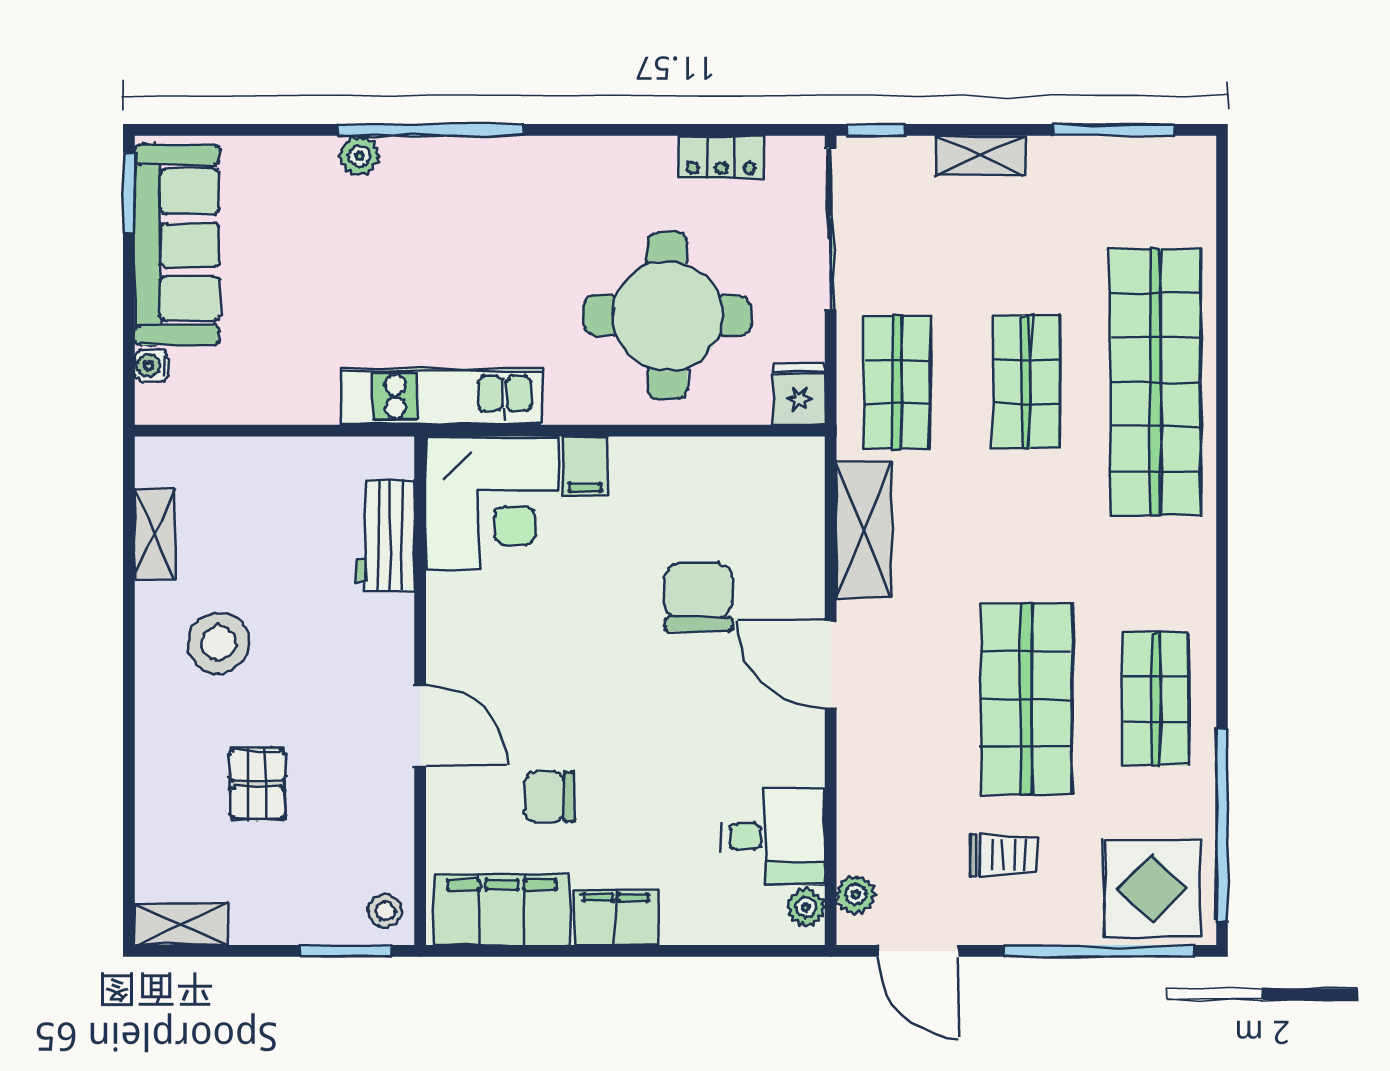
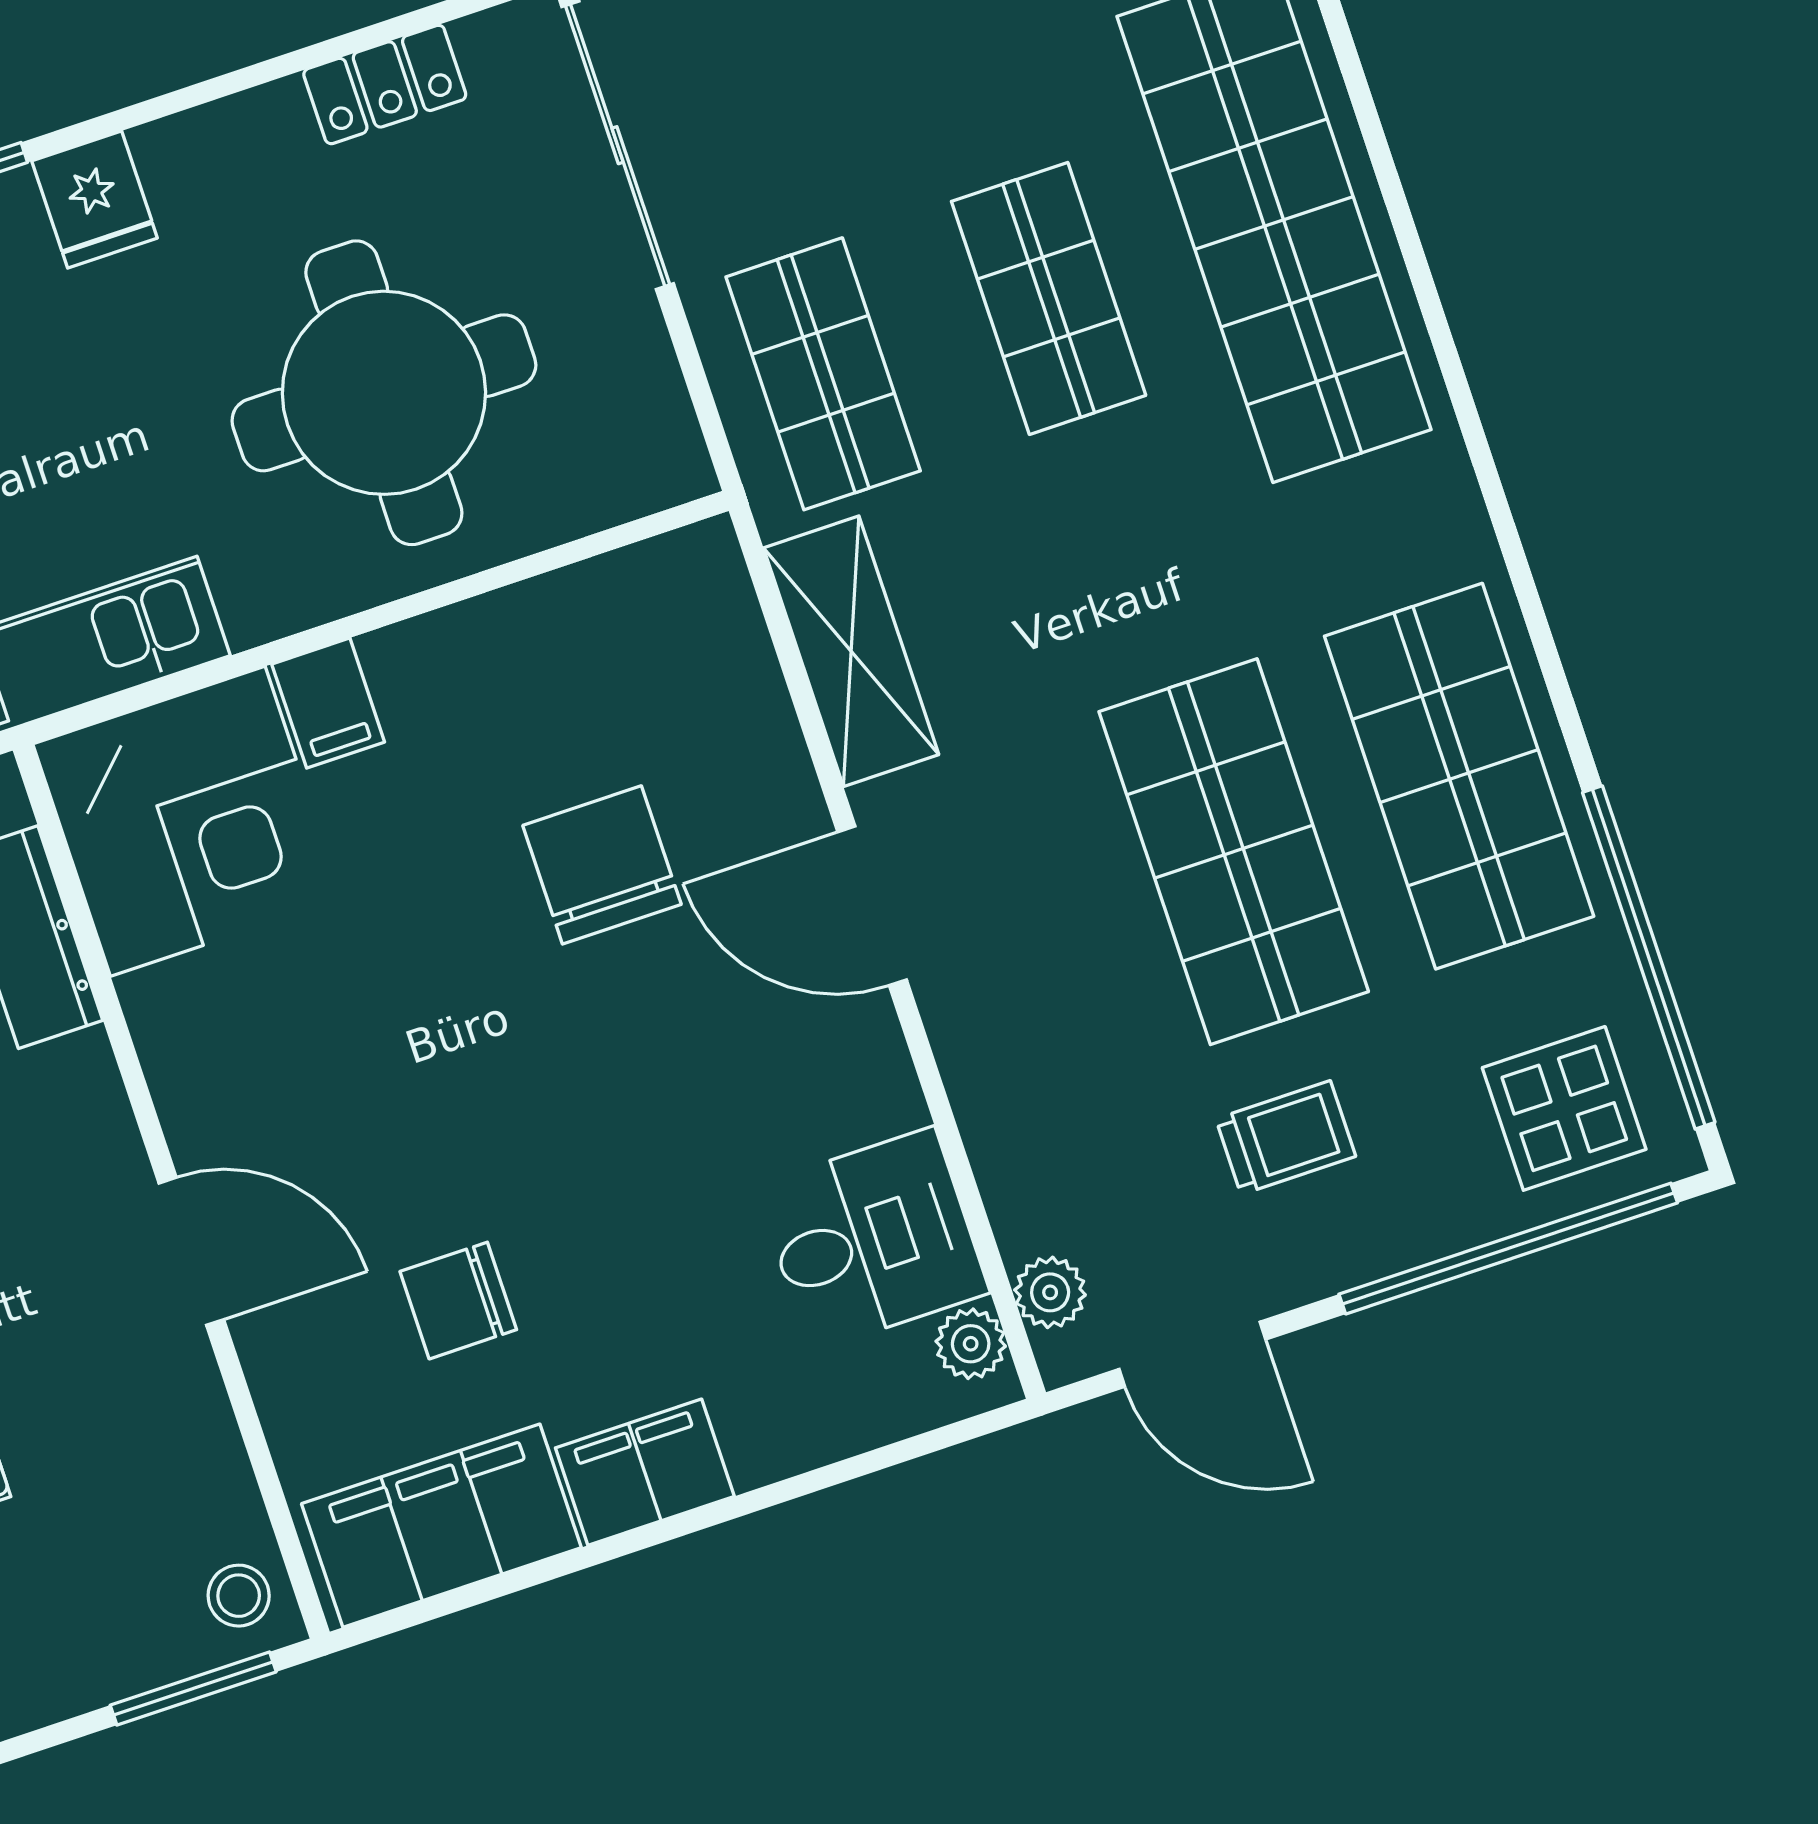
fridge: (799, 394) -> (95, 200), moved, turned 180
shop shelf: (1156, 699) -> (1459, 776), width x1.43, depth x1.36
display table: (1152, 888) -> (1564, 1108), width x0.73, depth x0.73

